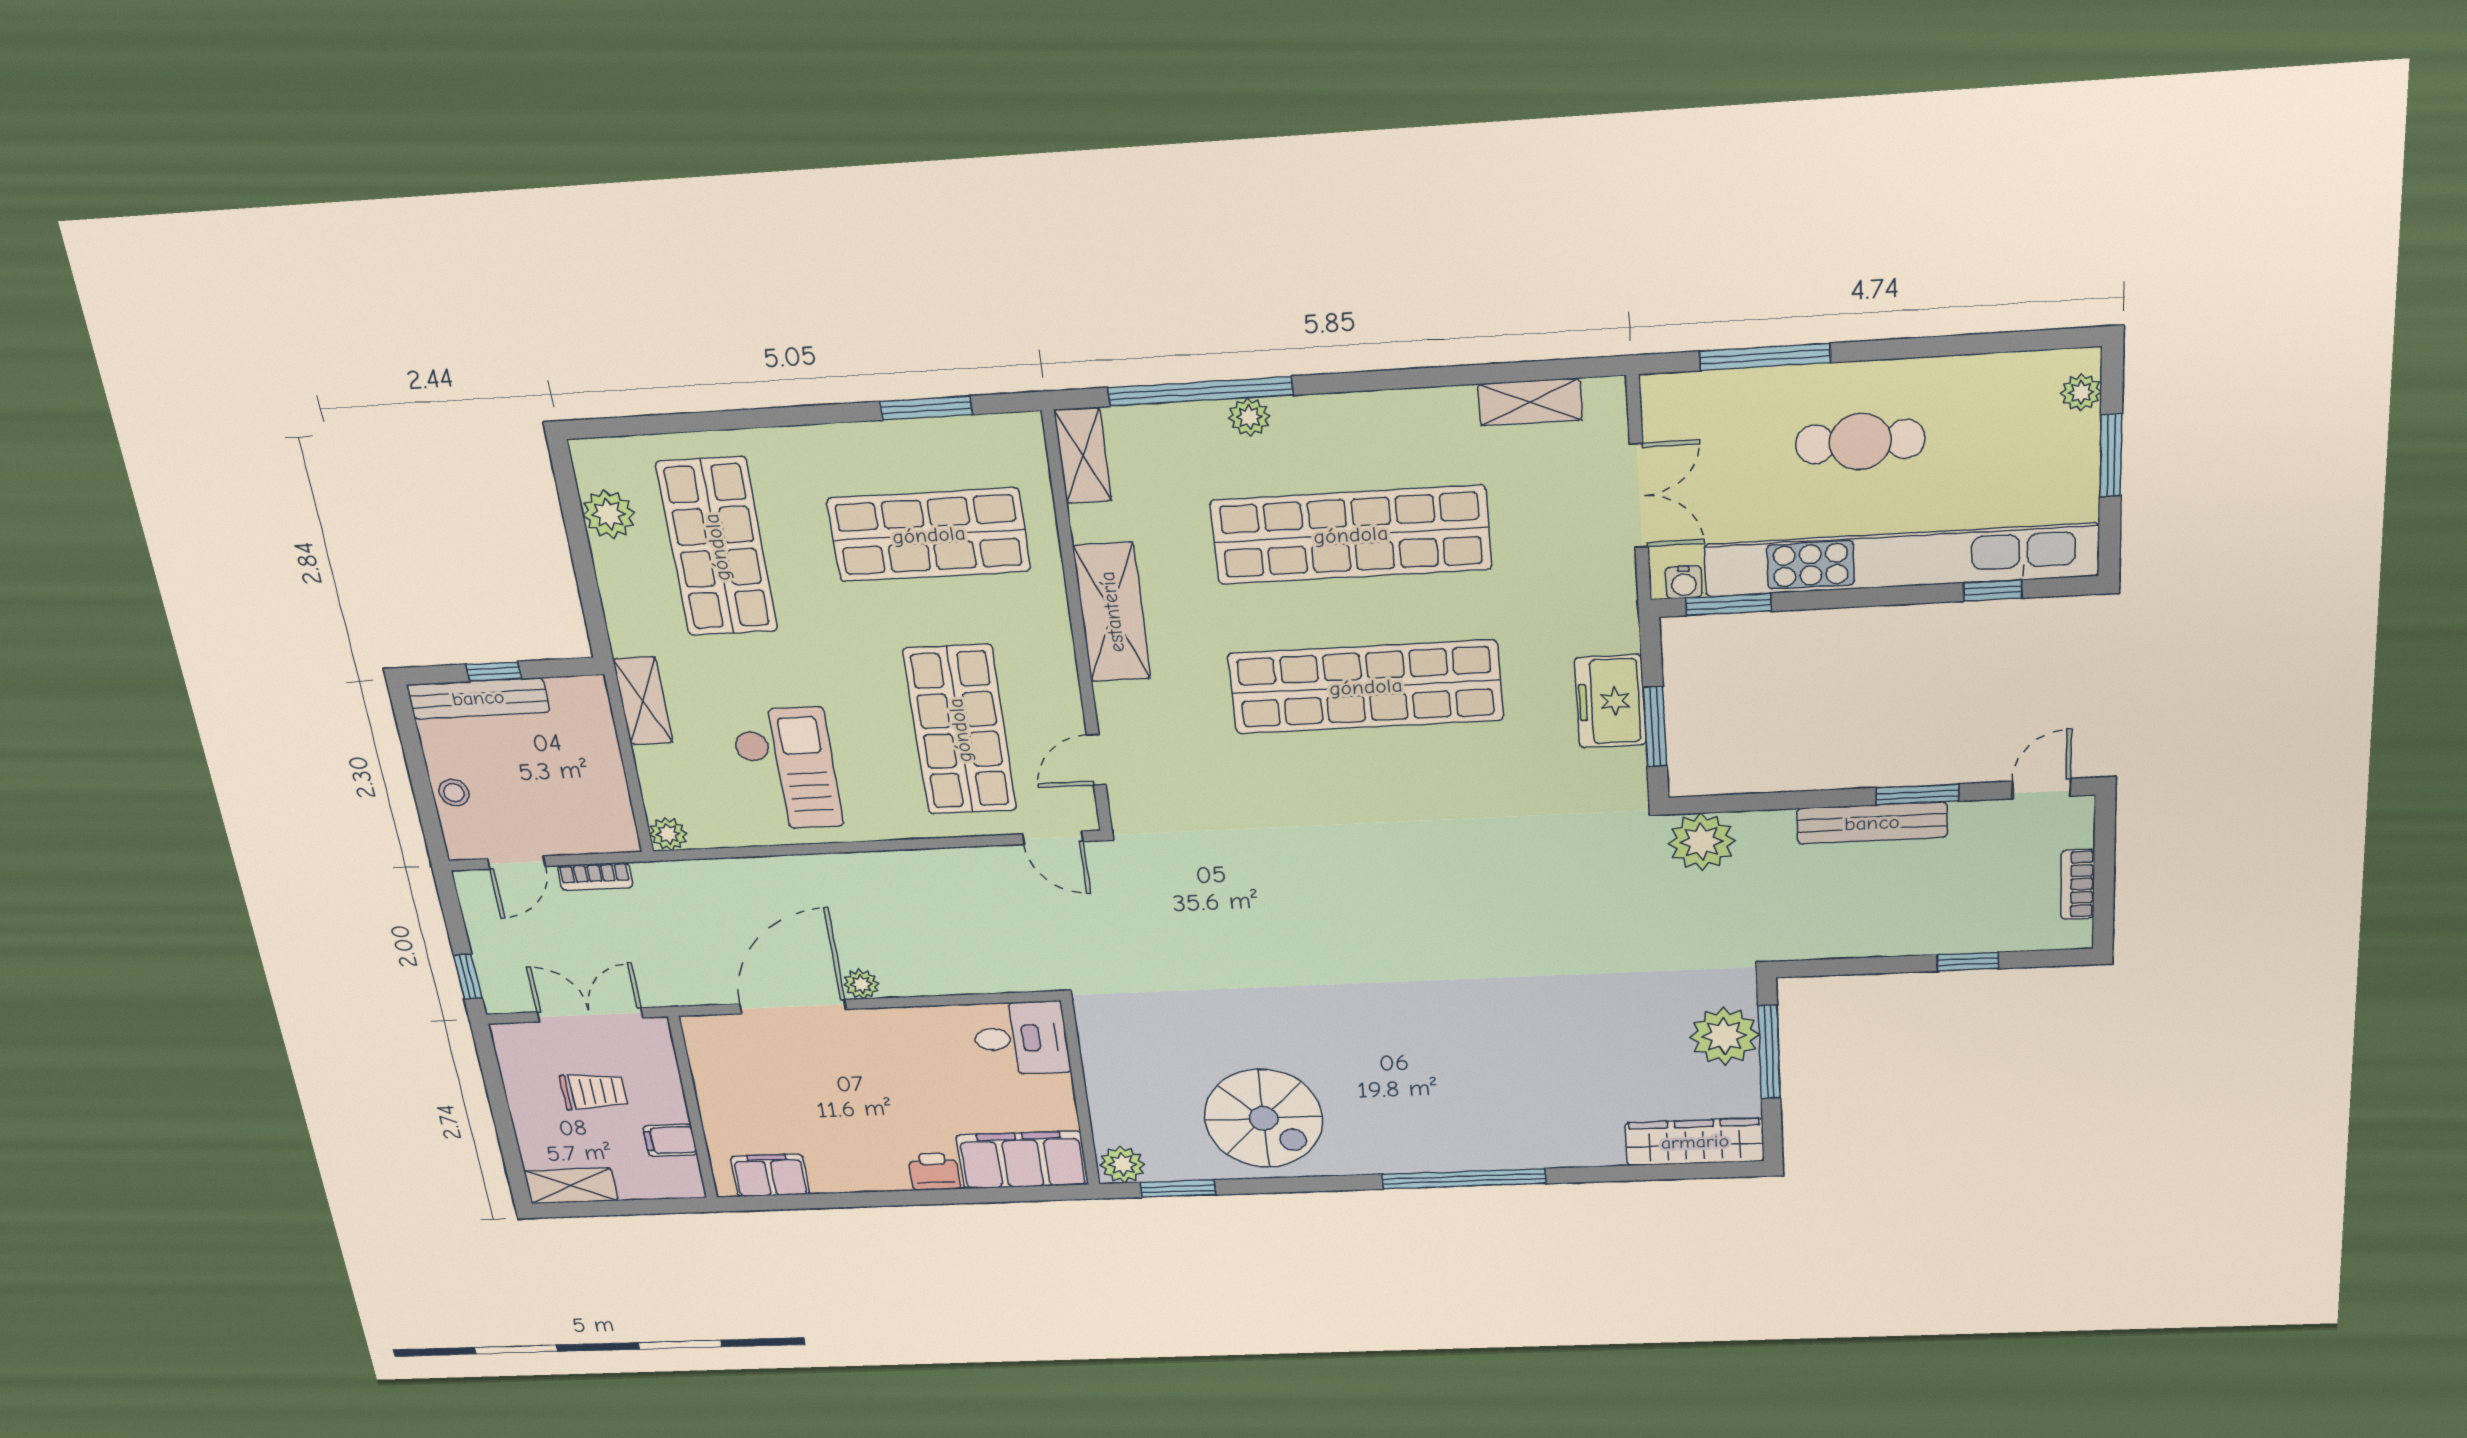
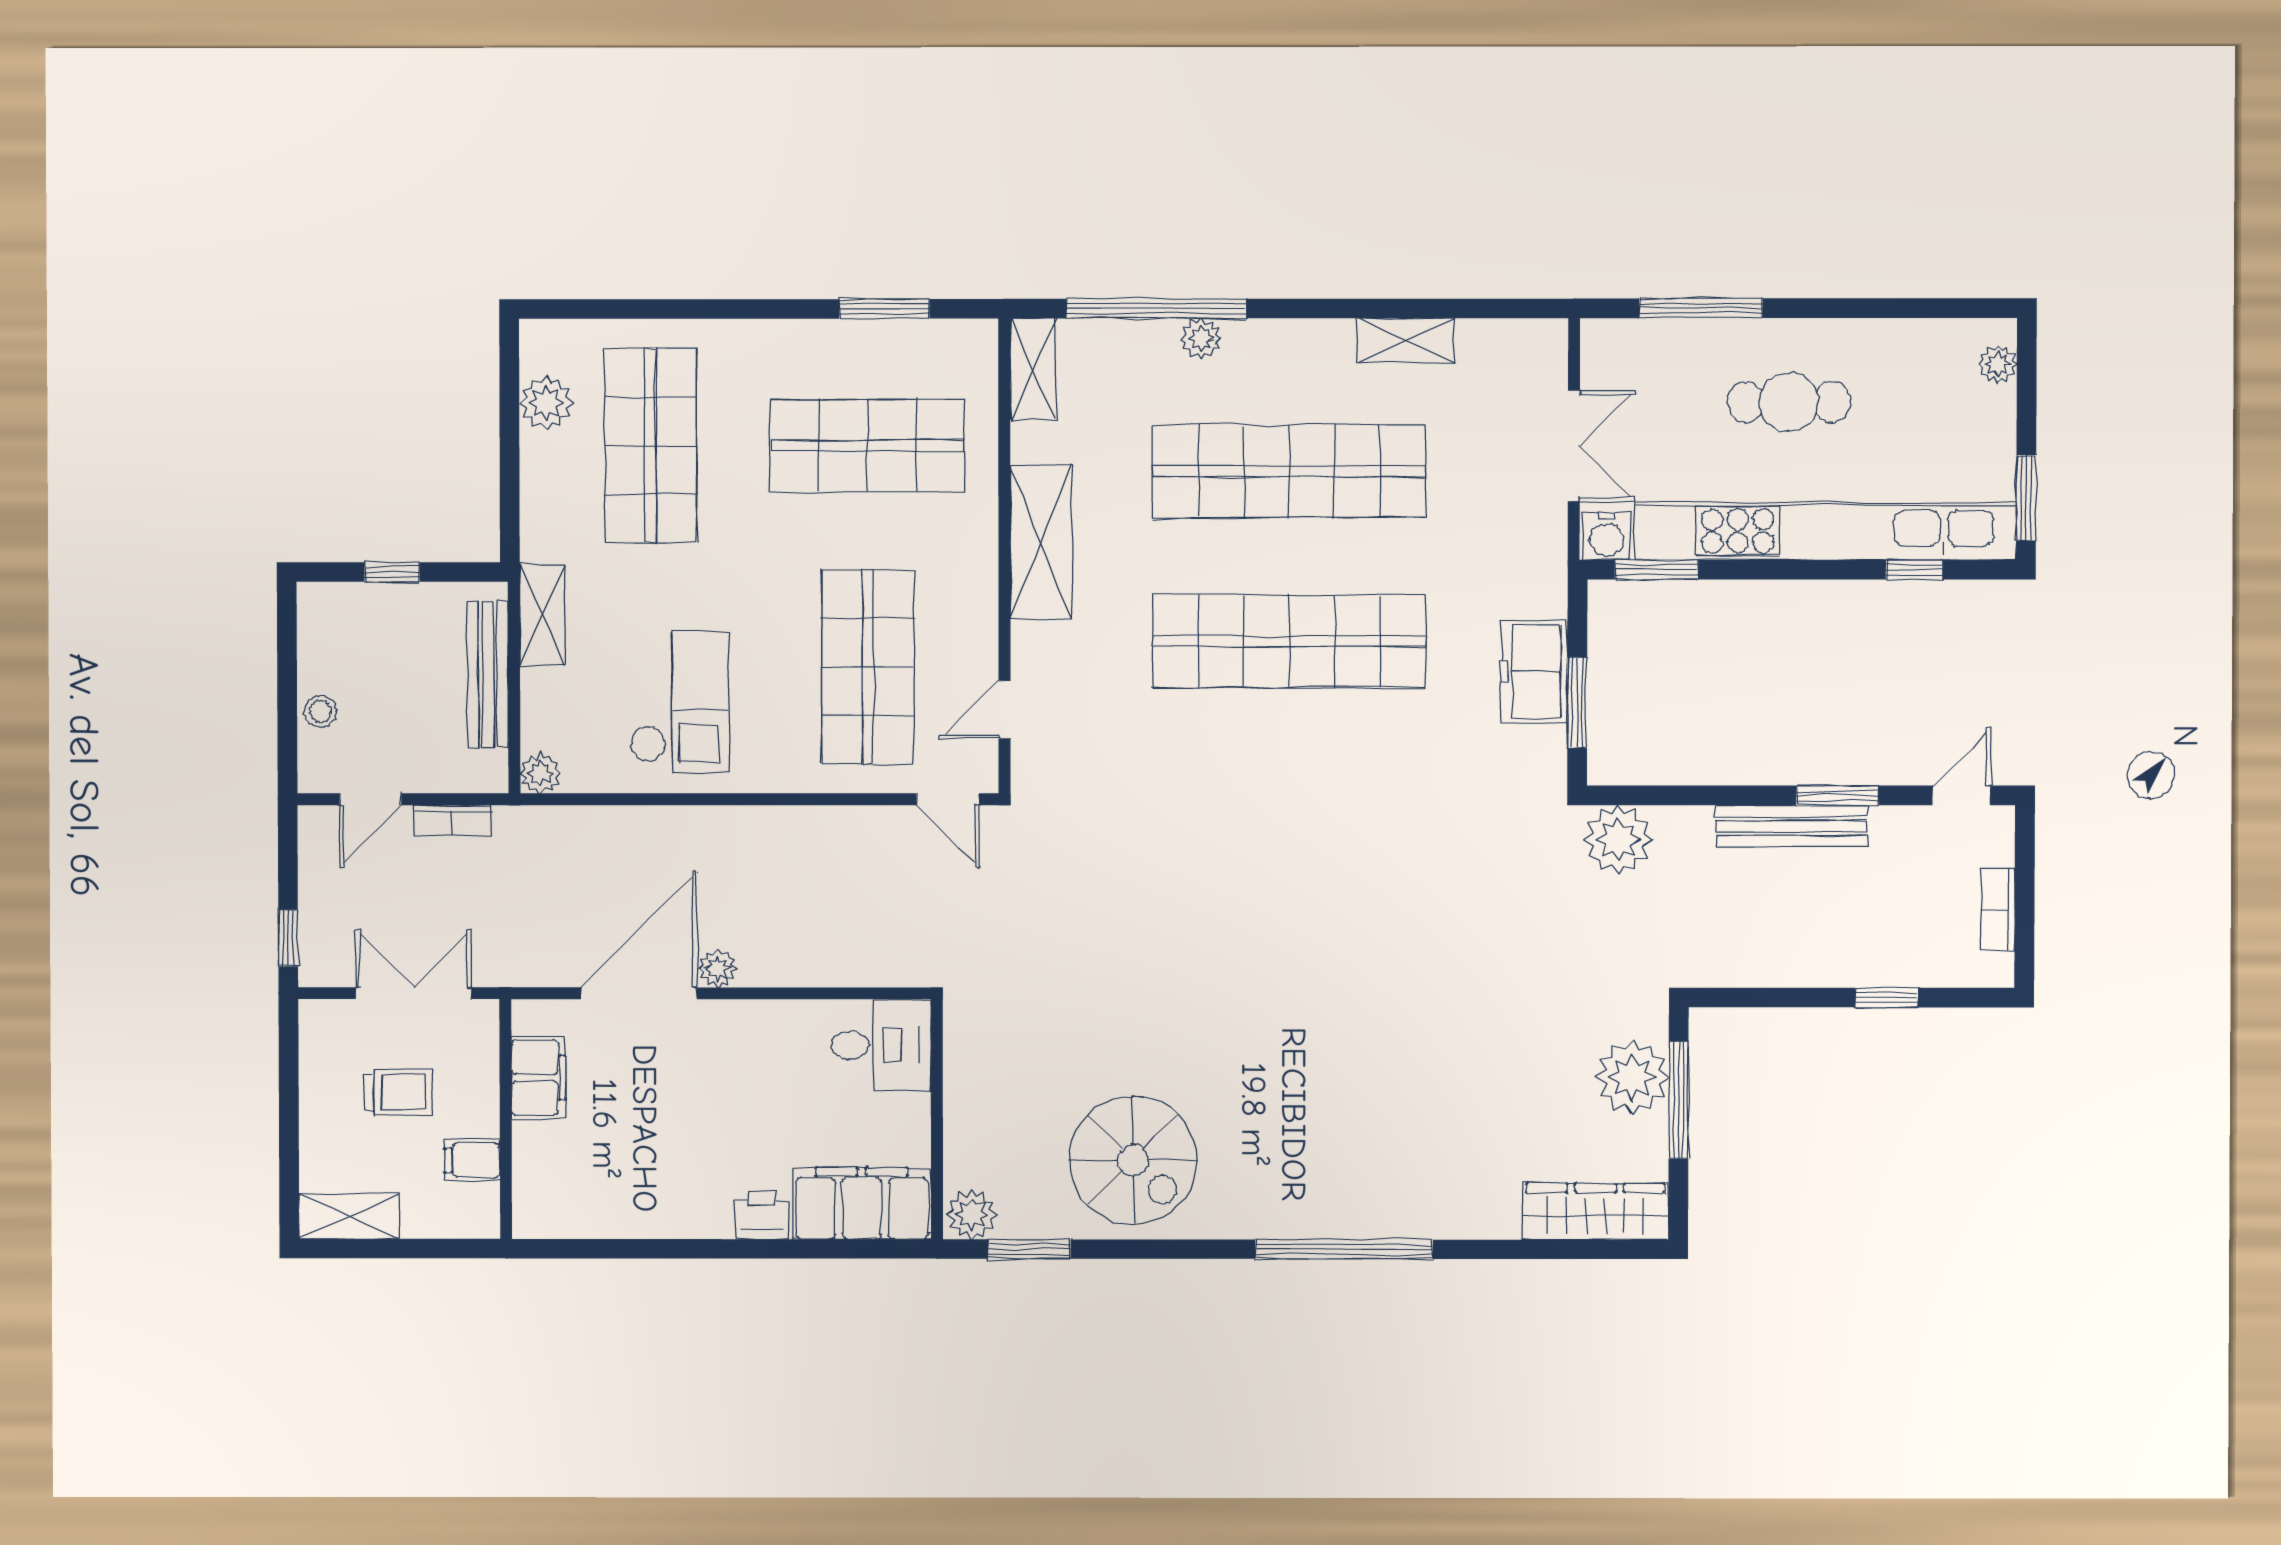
shelving: (1530, 402) -> (1406, 340), moved
window: (2111, 455) -> (2026, 498), moved
water cooler: (1684, 582) -> (1607, 536), width x1.38, depth x1.38
bench: (478, 698) -> (488, 675), moved, turned 90
filing cabinet: (770, 1175) -> (539, 1078), moved, turned 90

